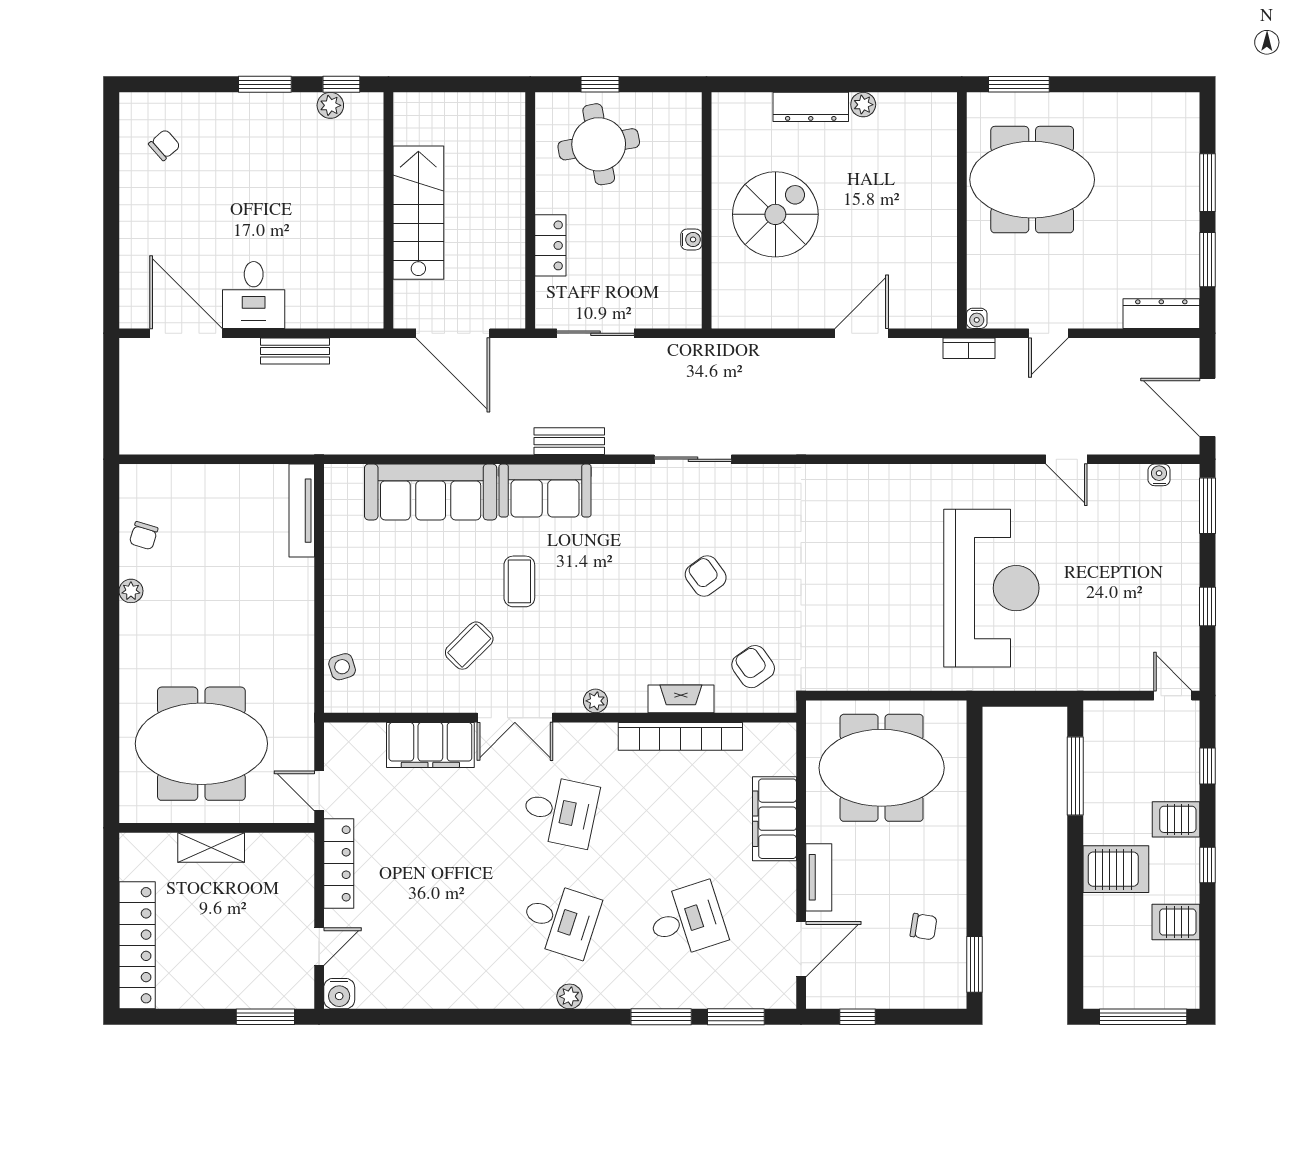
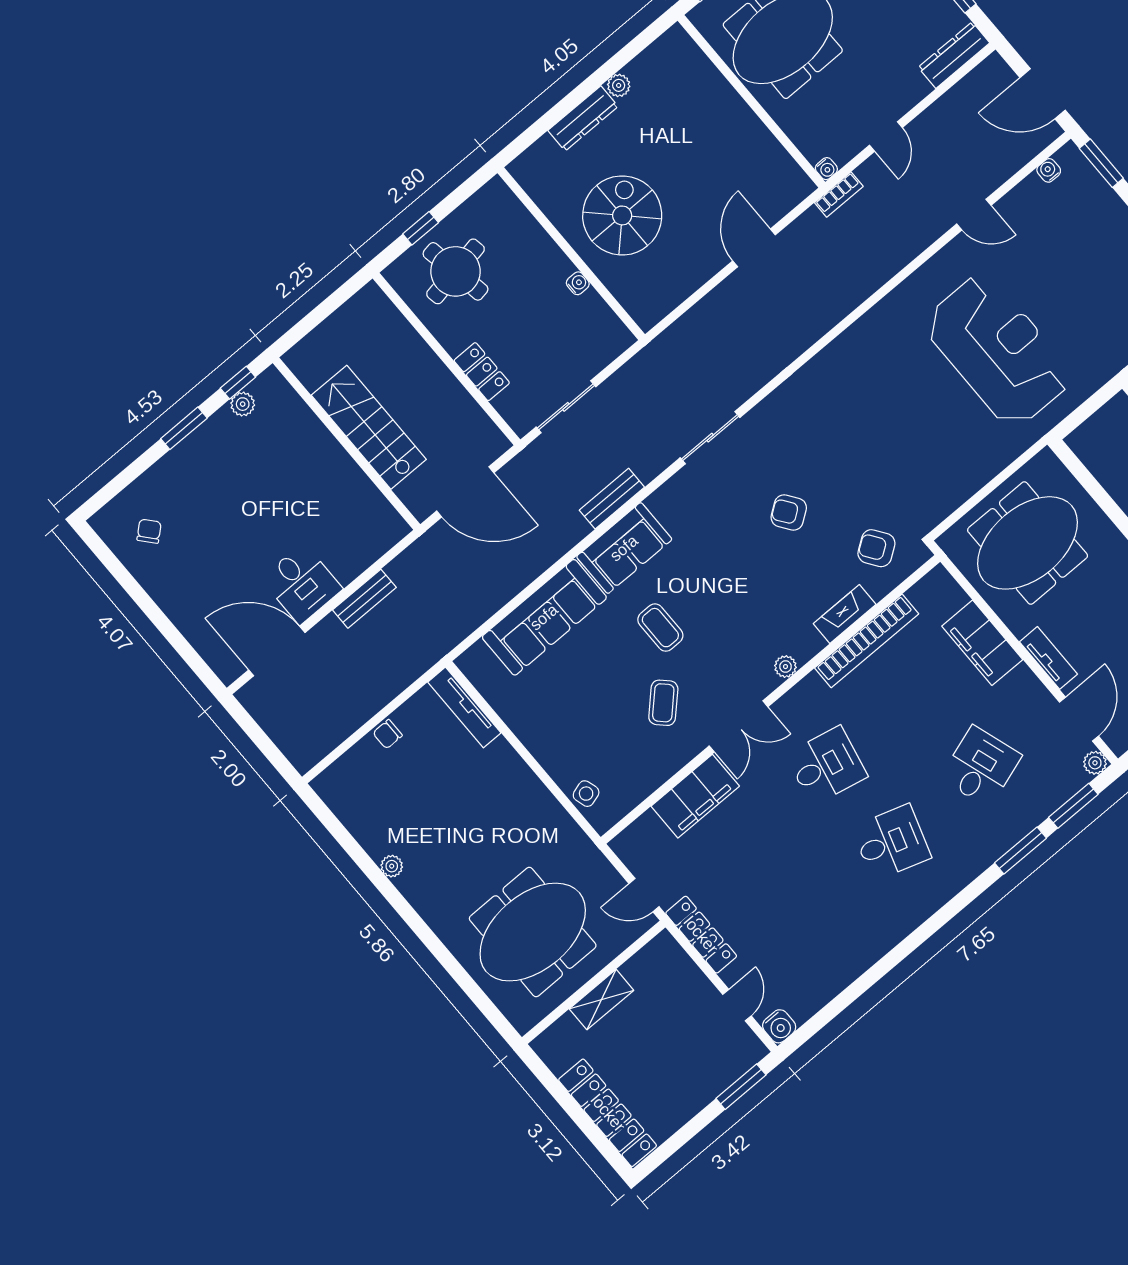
chair: (144, 536) -> (387, 734), moved, turned 73
plant: (569, 996) -> (1095, 763), moved

